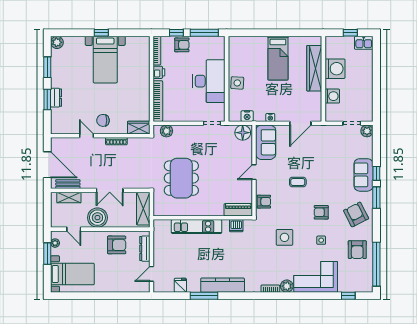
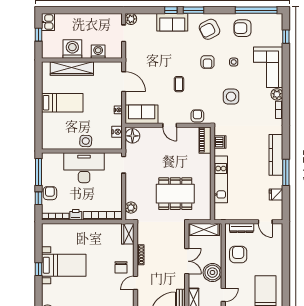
armchair: (357, 250) -> (243, 28), turned 180

